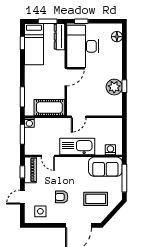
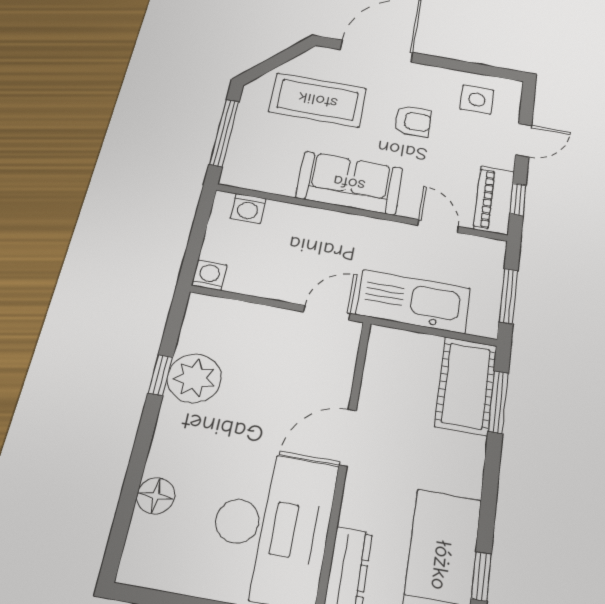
floor lamp: (117, 37) -> (156, 496), moved
cot: (49, 108) -> (466, 386), moved, turned 90
washing machine: (29, 123) -> (209, 275), moved
kitchen sink: (77, 146) -> (413, 301), moved, turned 180
sofa: (105, 167) -> (349, 183), moved
coffee table: (96, 199) -> (318, 100), width x1.36, depth x1.32

